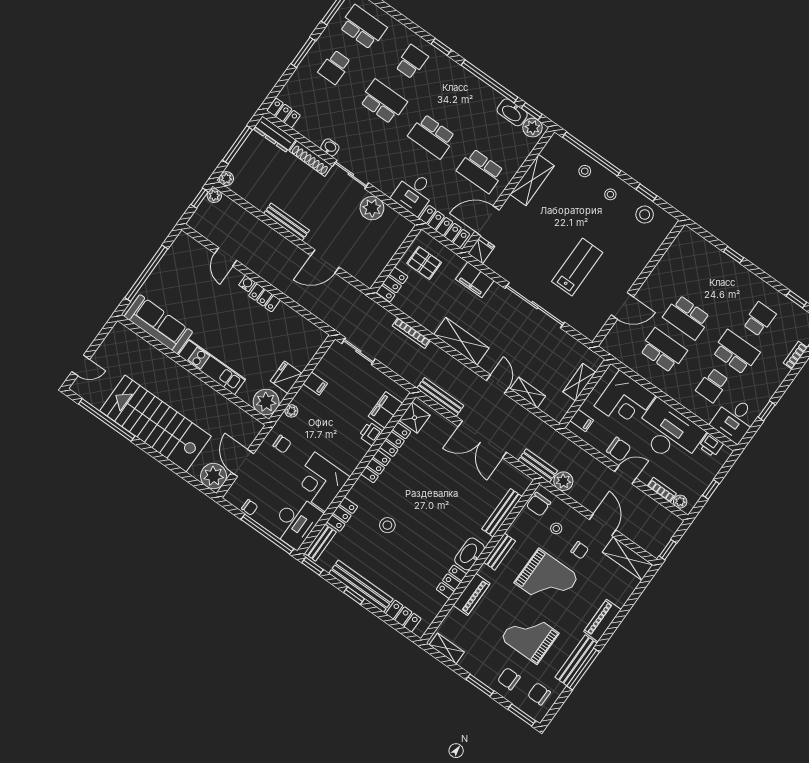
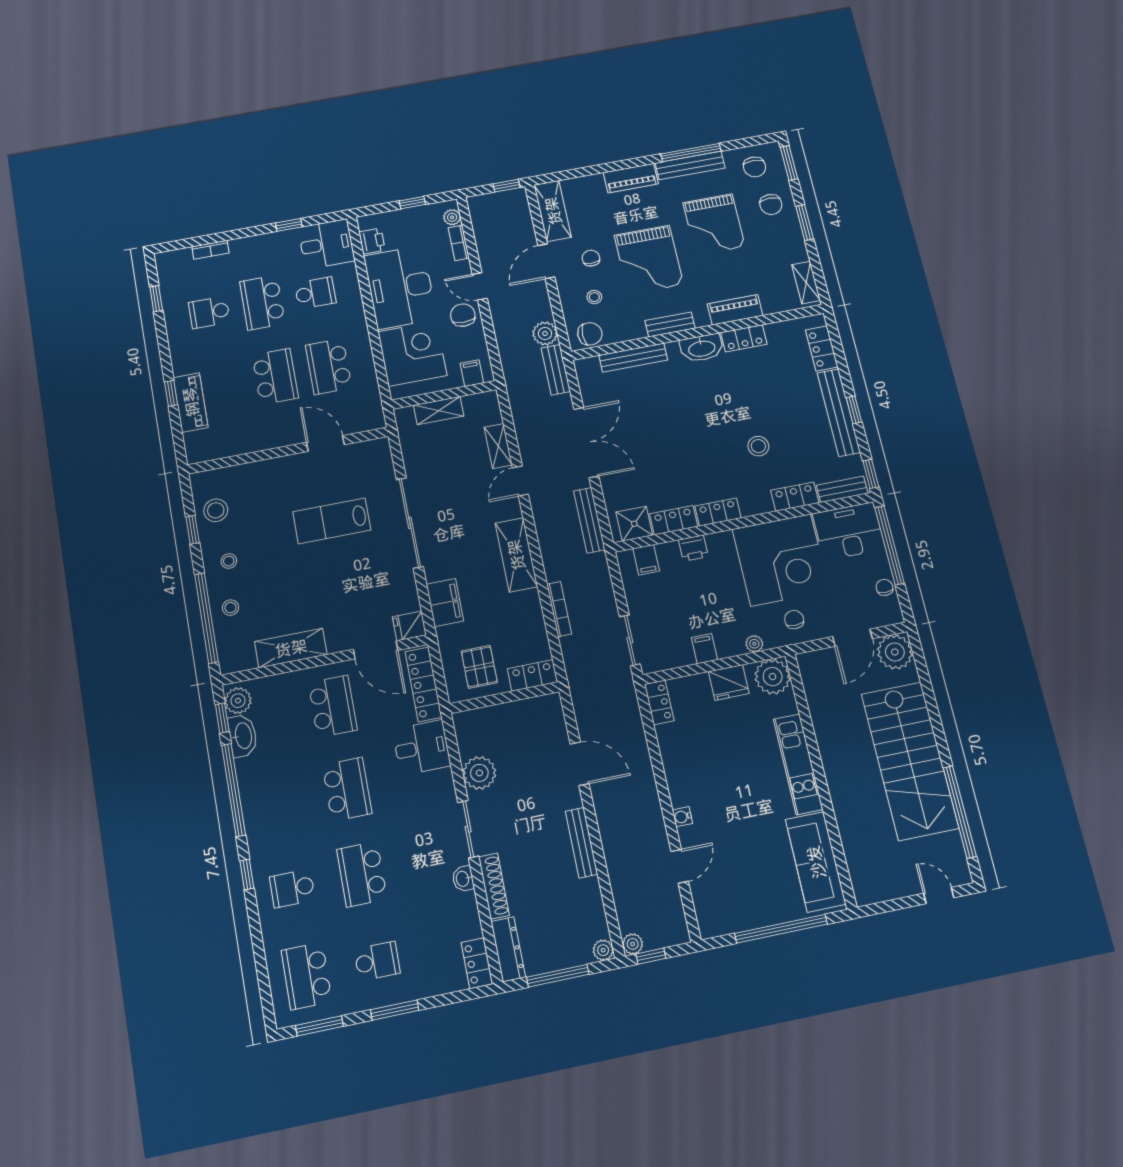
piano: (718, 260) -> (191, 402), added
locker: (264, 298) -> (659, 702), moved
filing cabinet: (385, 410) -> (646, 560), width x0.50
corner desk: (320, 482) -> (781, 560), width x1.36, depth x1.36
grand piano: (547, 580) -> (649, 260), turned 180

